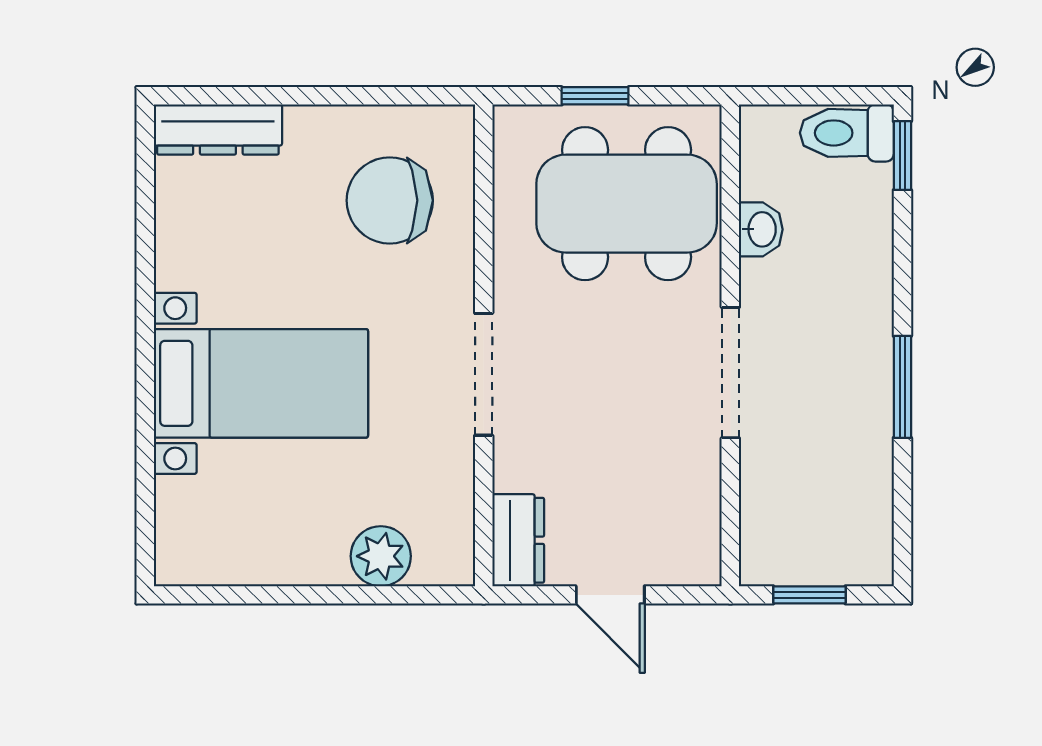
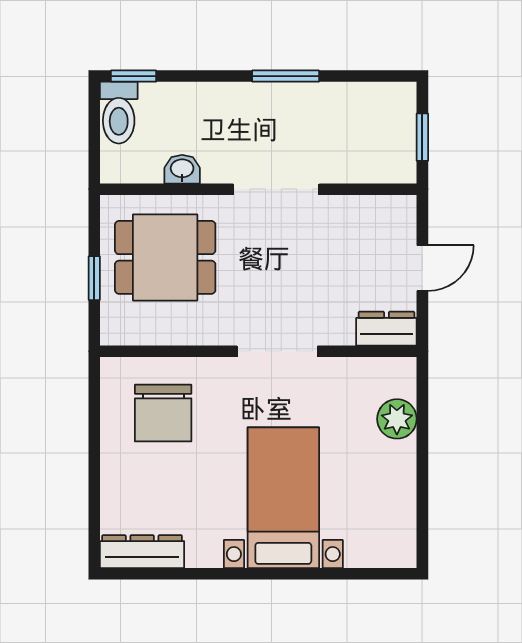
dresser: (218, 129) -> (142, 552), moved, turned -90
dining table: (627, 204) -> (165, 257), width x0.73

